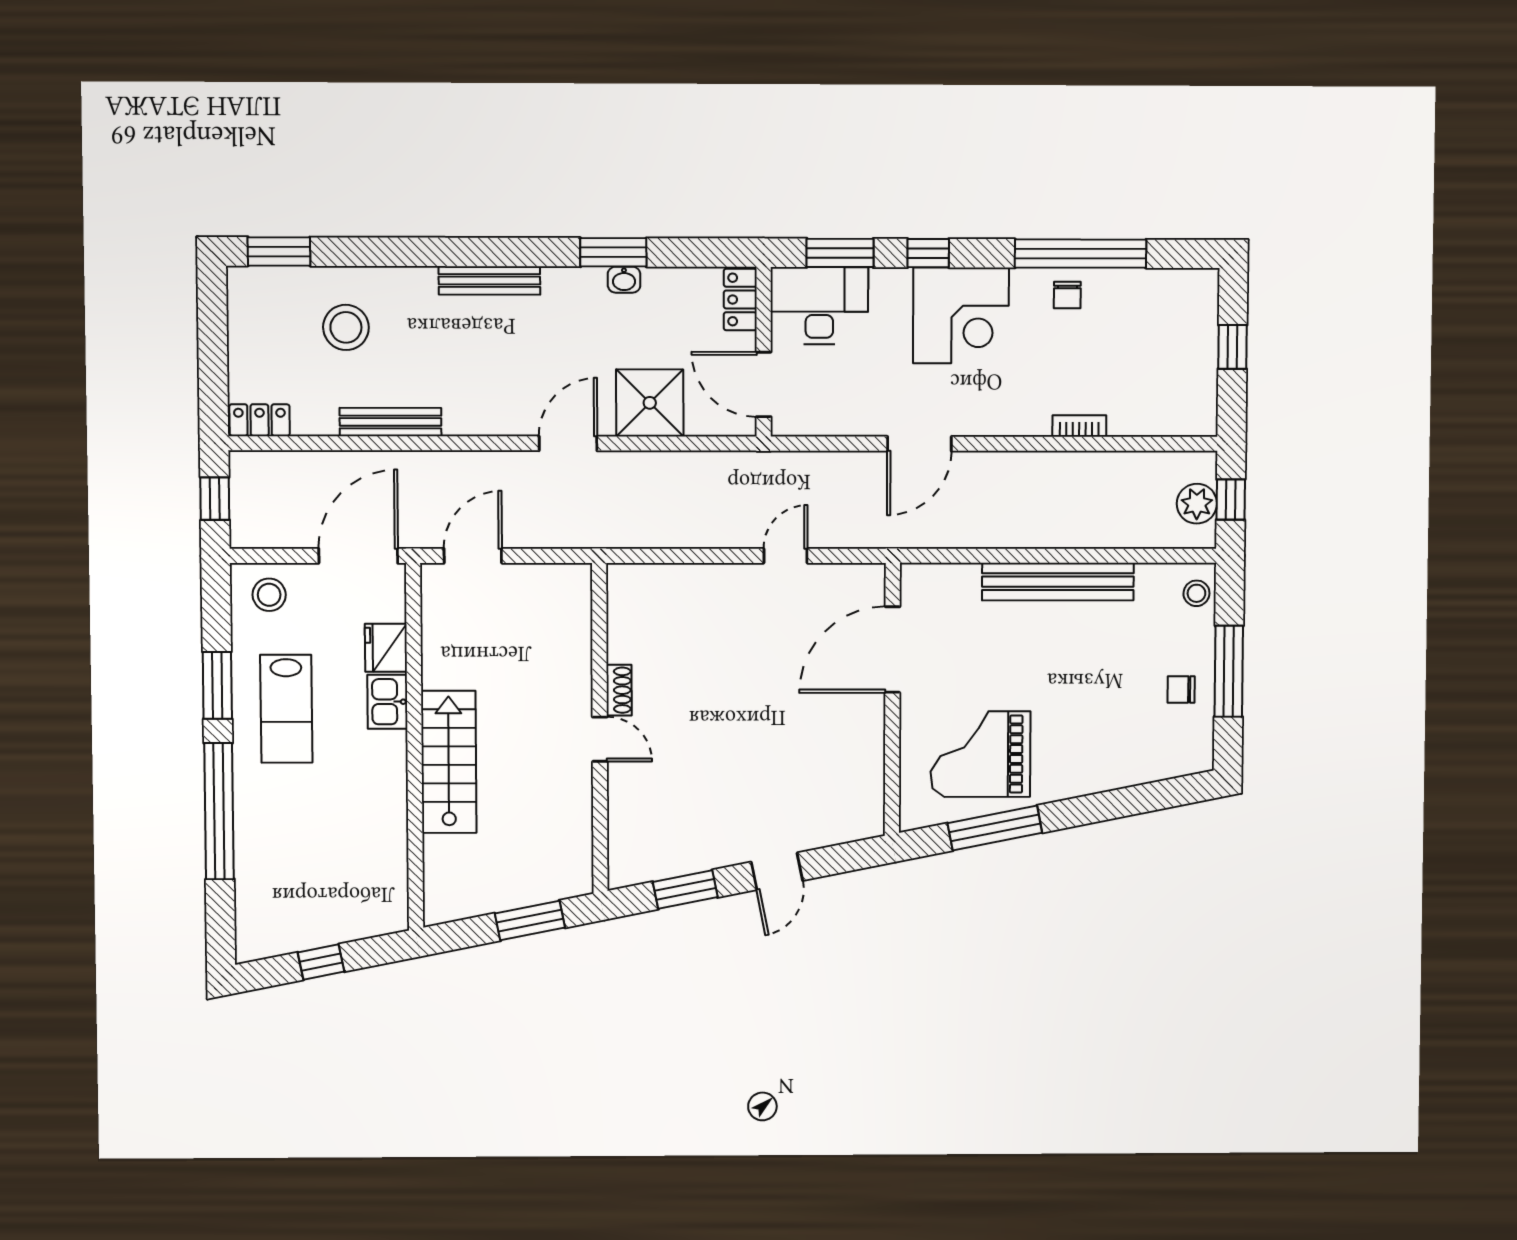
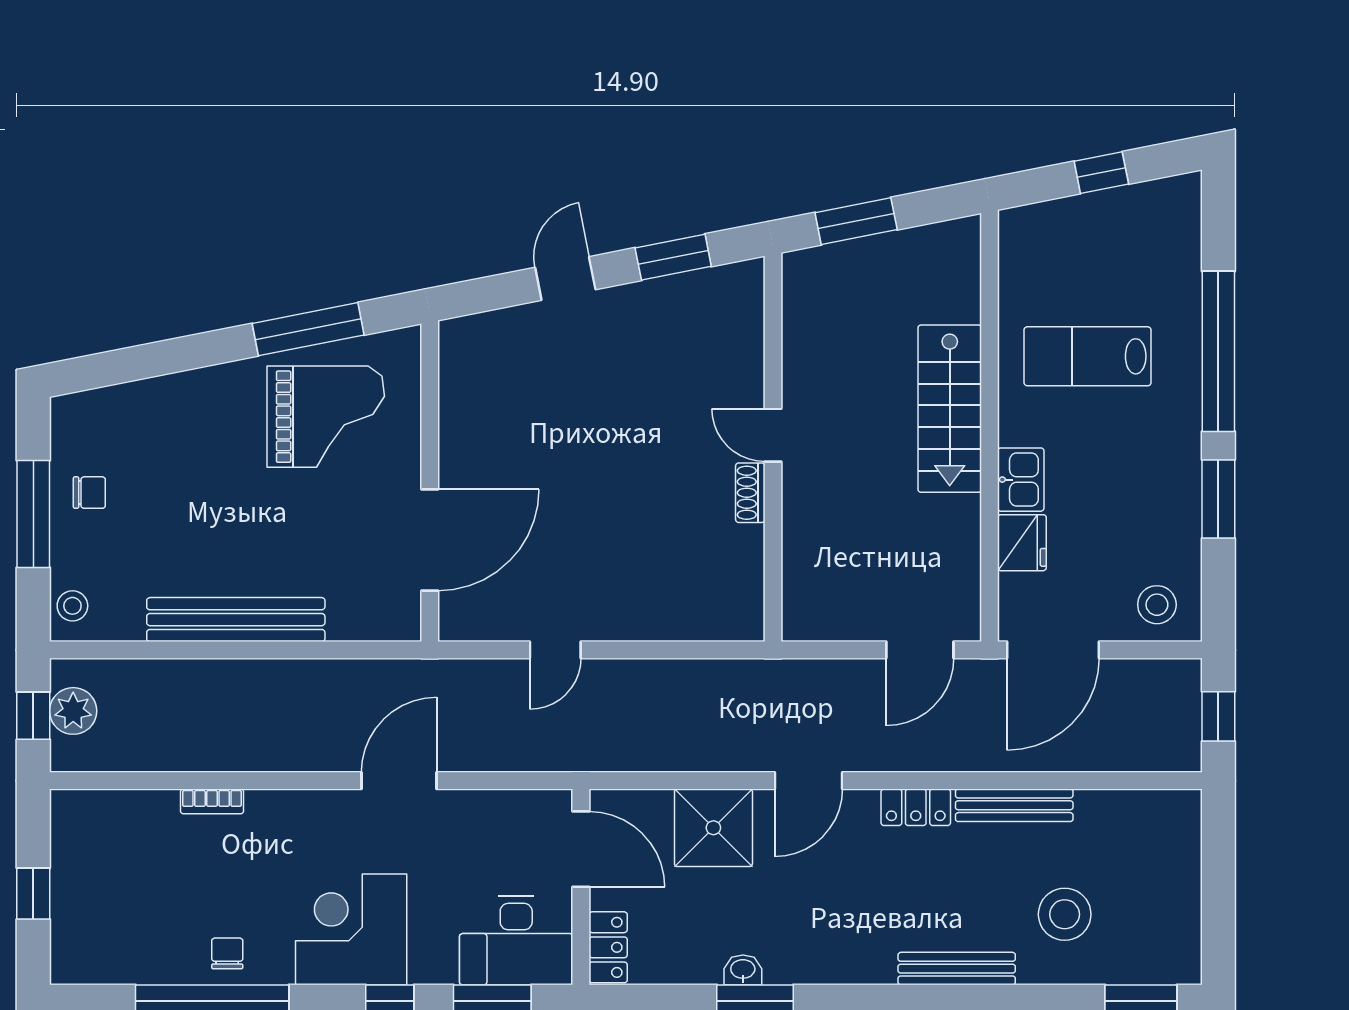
bench: (489, 280) -> (957, 969), moved
locker: (260, 420) -> (916, 807), moved
lab bench: (286, 709) -> (1088, 356), moved, turned -90

